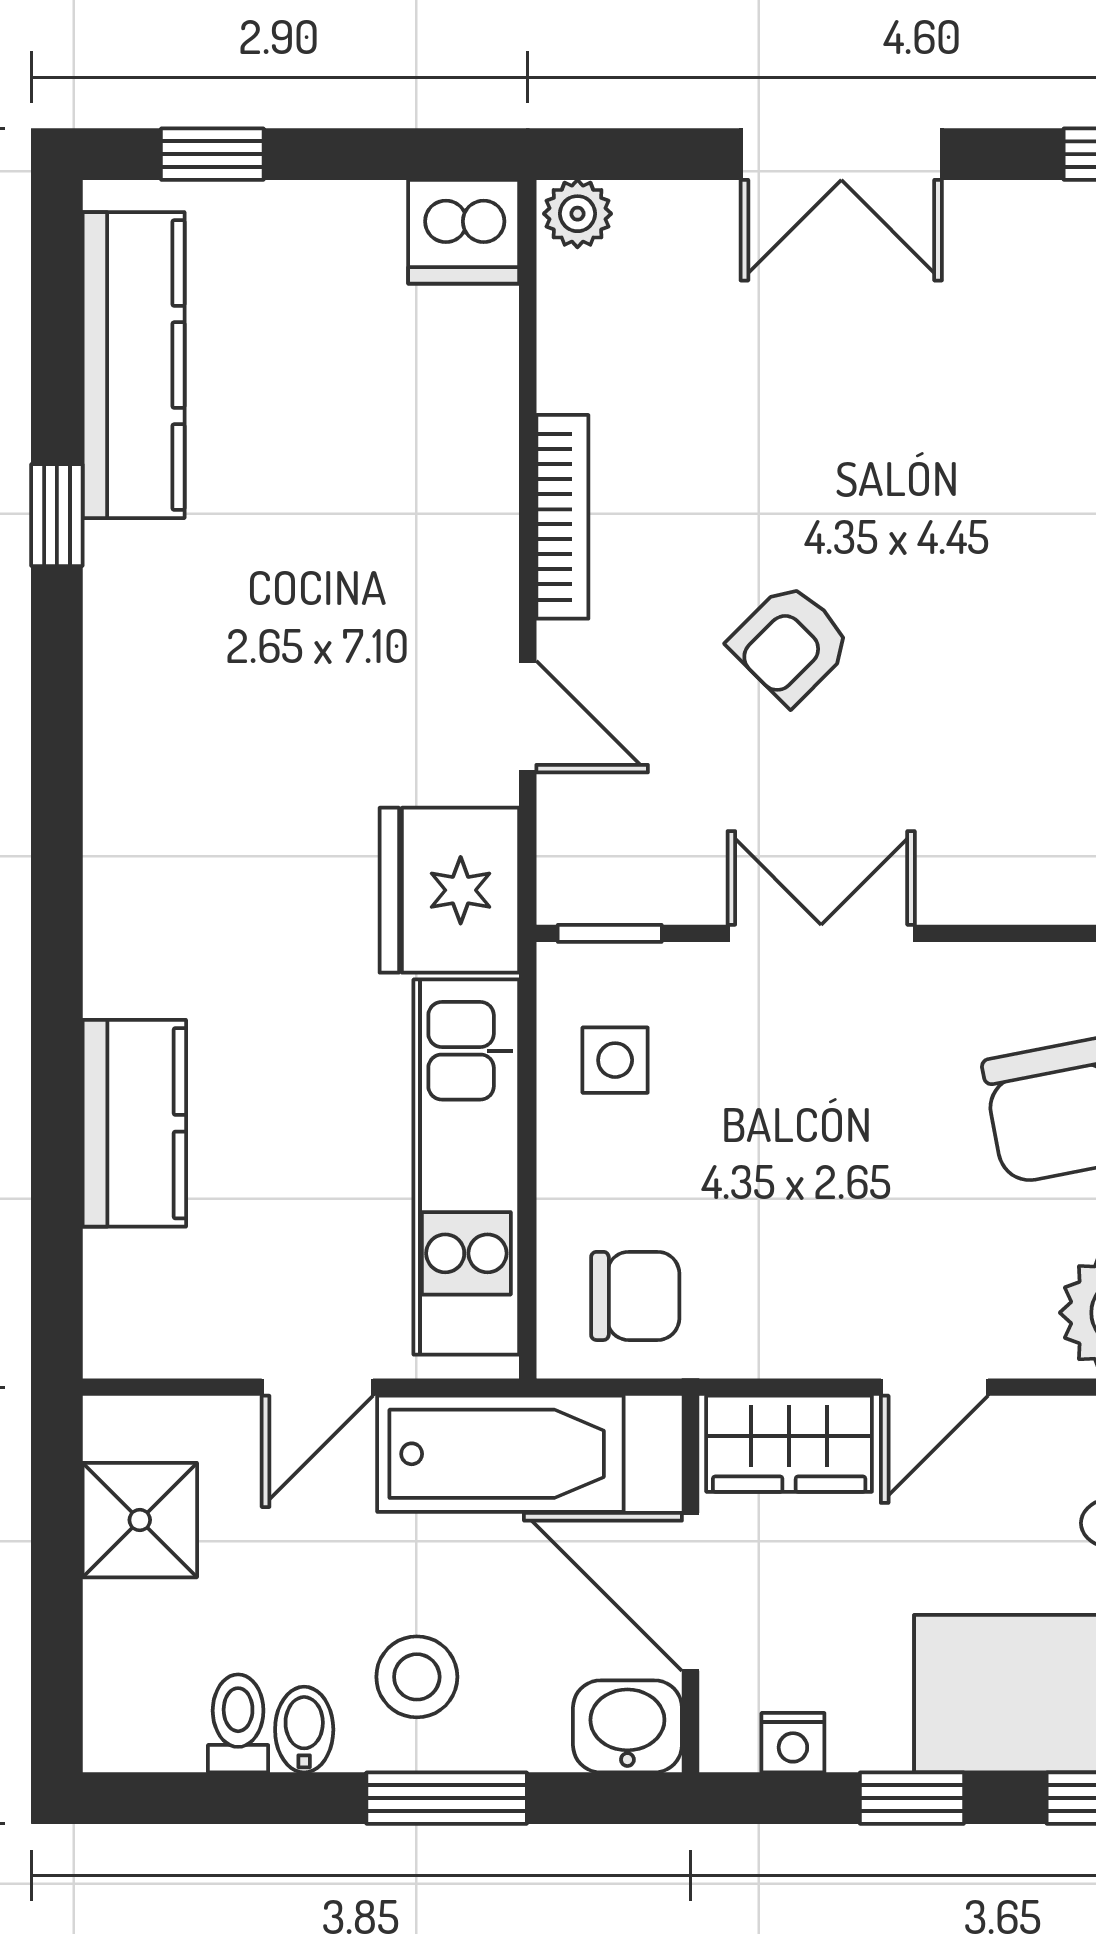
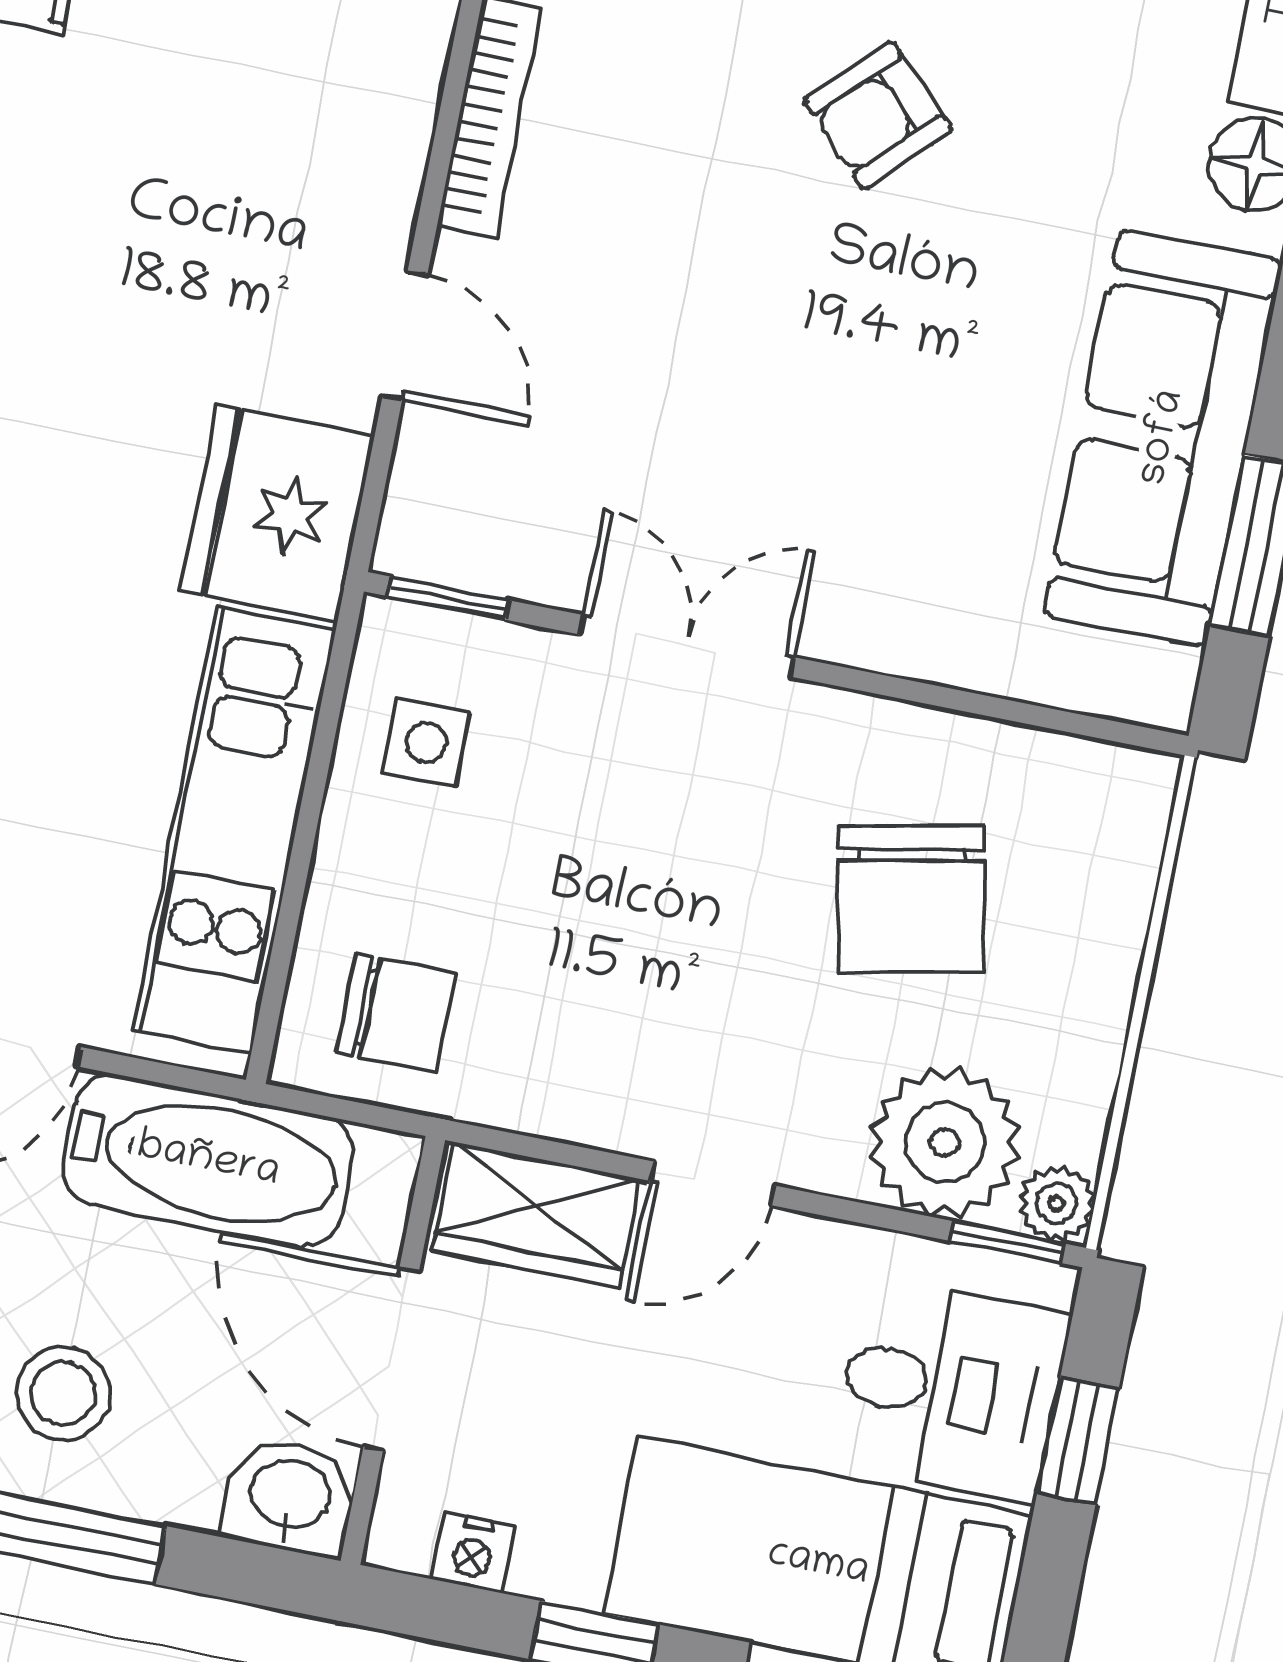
armchair: (791, 644) -> (878, 115), moved

